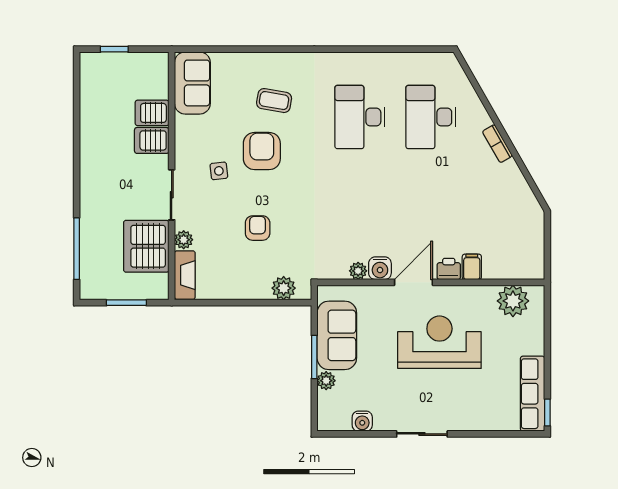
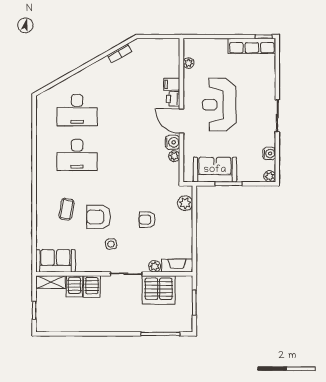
shelving: (159, 76) -> (51, 282), added
bookcase: (497, 144) -> (120, 53), moved
plant: (513, 301) -> (189, 63), width x0.53, depth x0.53
plant: (326, 381) -> (270, 176), moved

